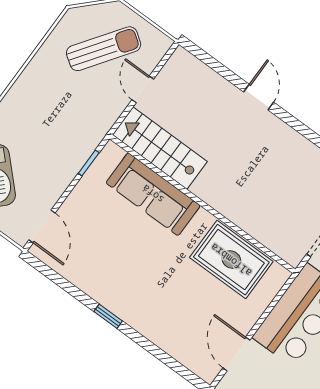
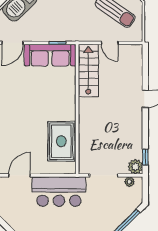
door: (143, 89) -> (110, 43), swing flipped
sofa: (153, 194) -> (50, 55), moved, turned -90

